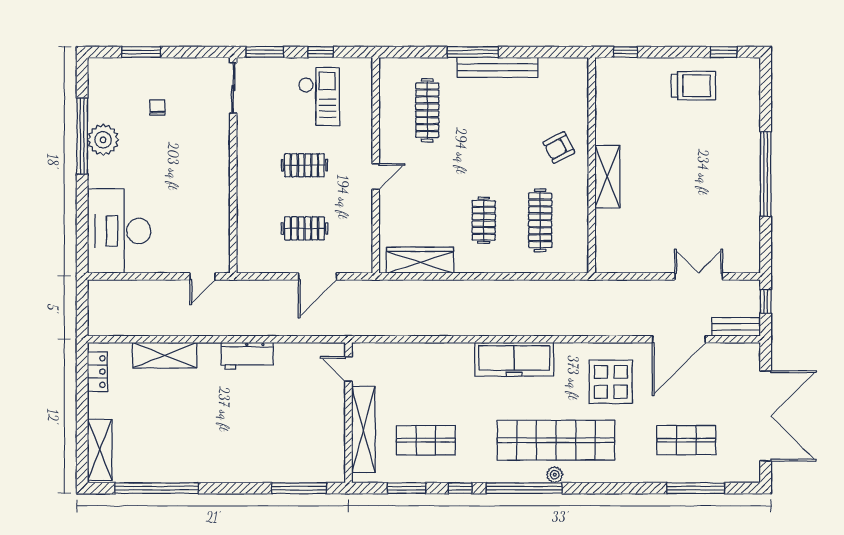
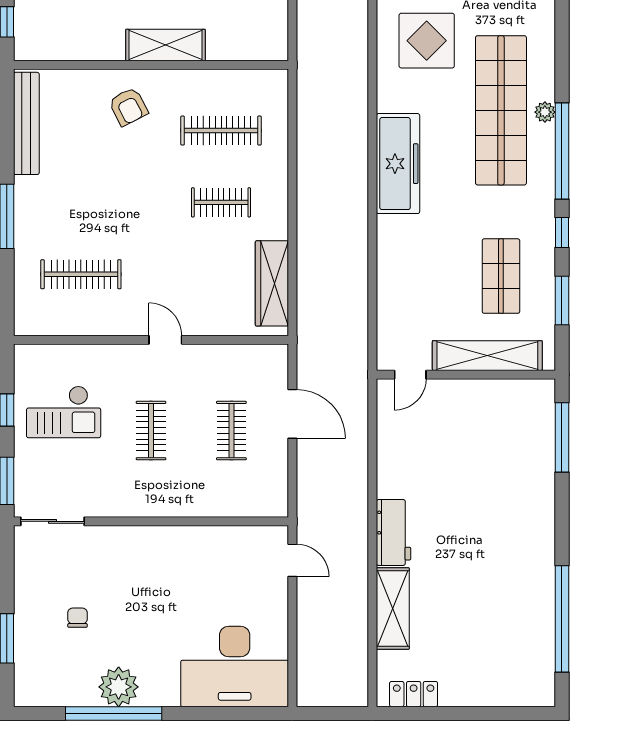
bench: (497, 67) -> (26, 123), moved
checkout: (319, 97) -> (64, 412), turned 180
chair: (157, 108) -> (77, 618), turned 90
workbench: (247, 356) -> (394, 532), moved
shelving: (100, 450) -> (513, 691), removed

